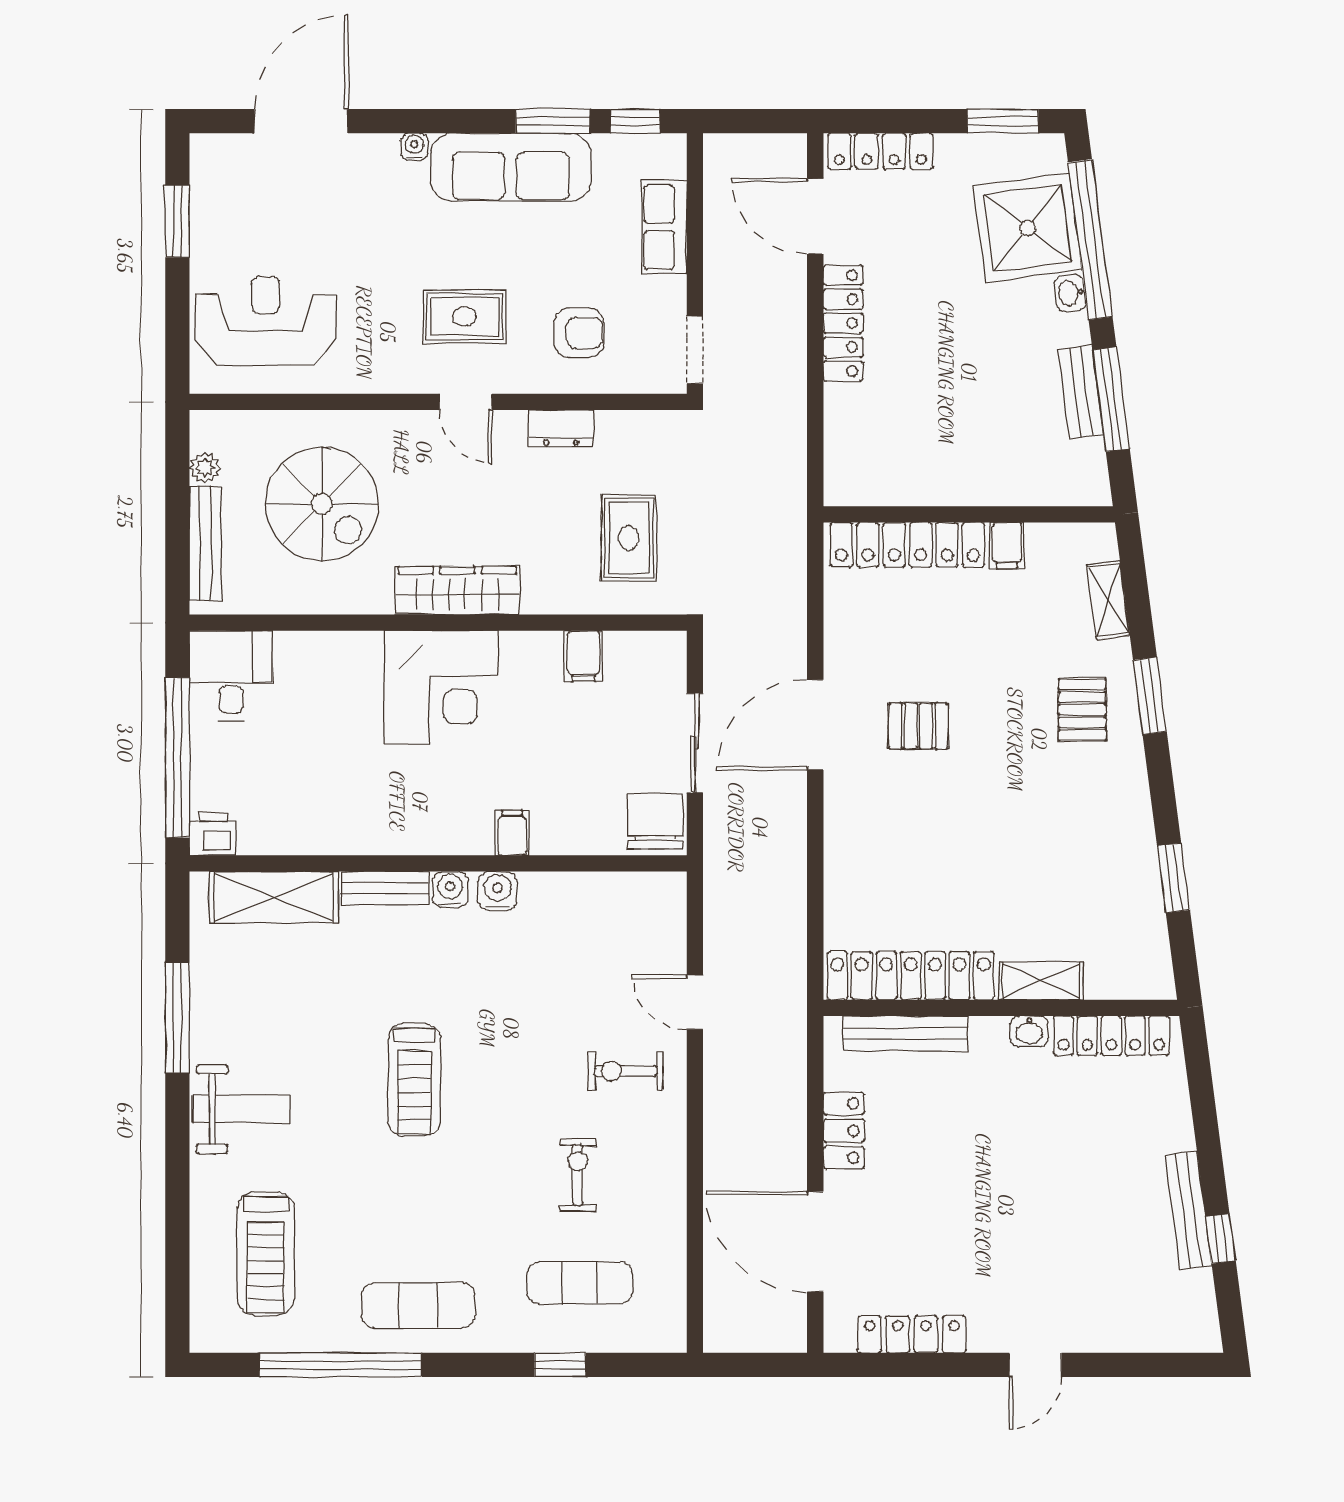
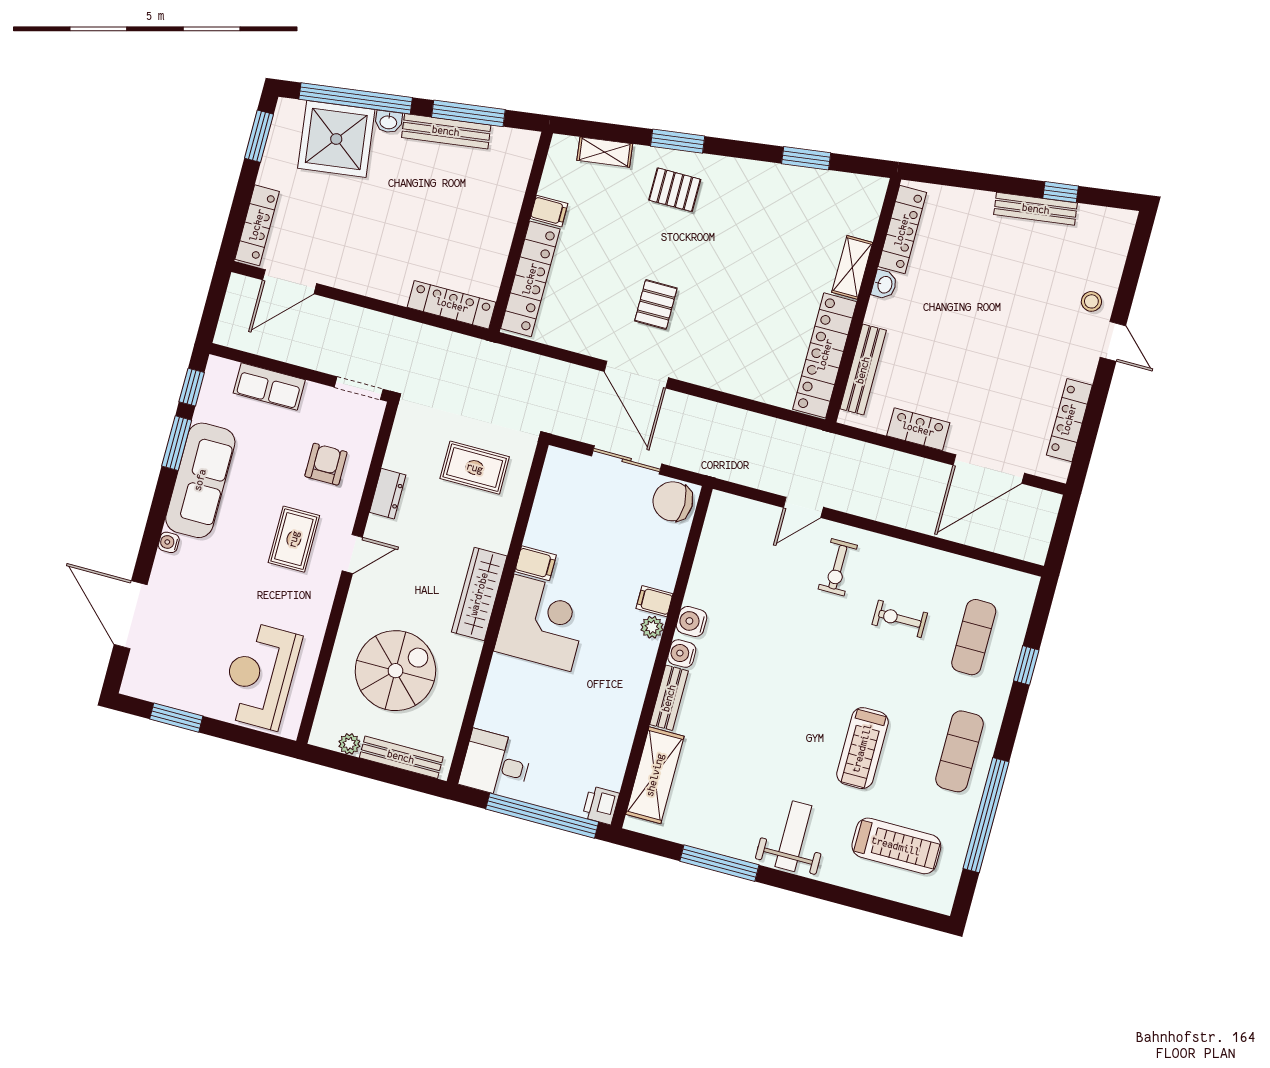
locker: (843, 323) -> (452, 305), moved
bench: (1081, 392) -> (446, 131), width x1.36
filing cabinet: (583, 656) -> (535, 563), moved
plant: (475, 839) -> (652, 627), added
treadmill: (414, 1080) -> (862, 748), moved, turned 90
stool: (1082, 1321) -> (1091, 301), added

